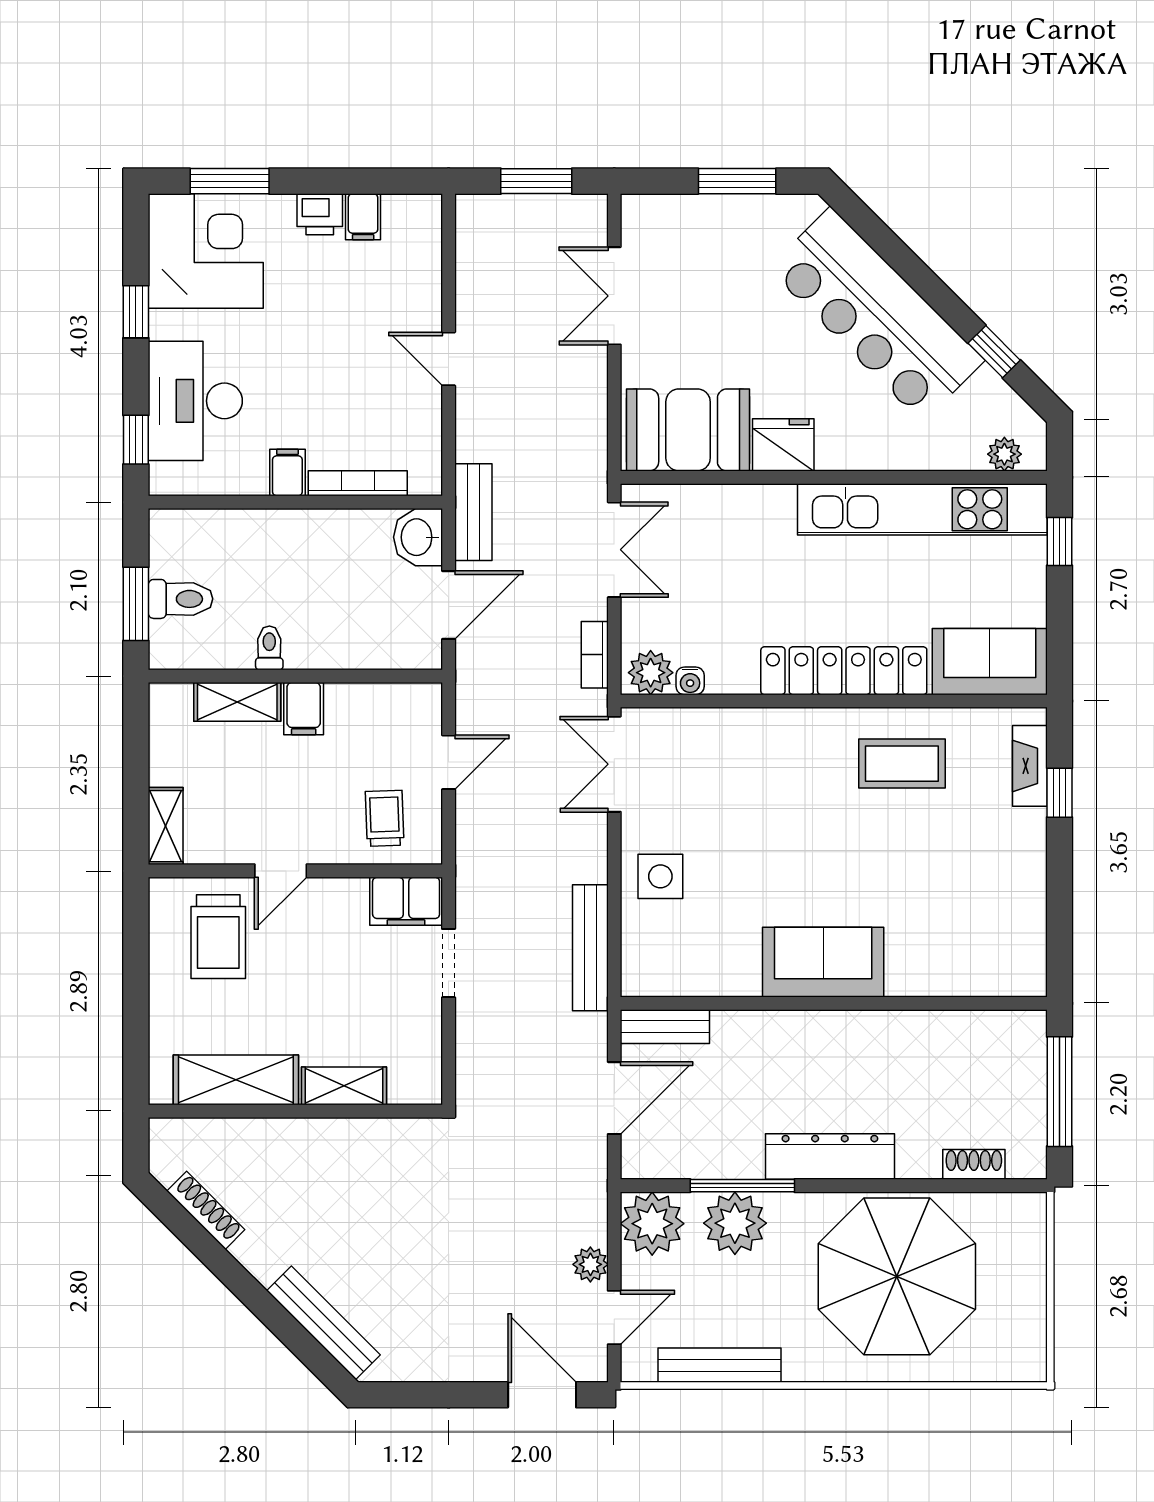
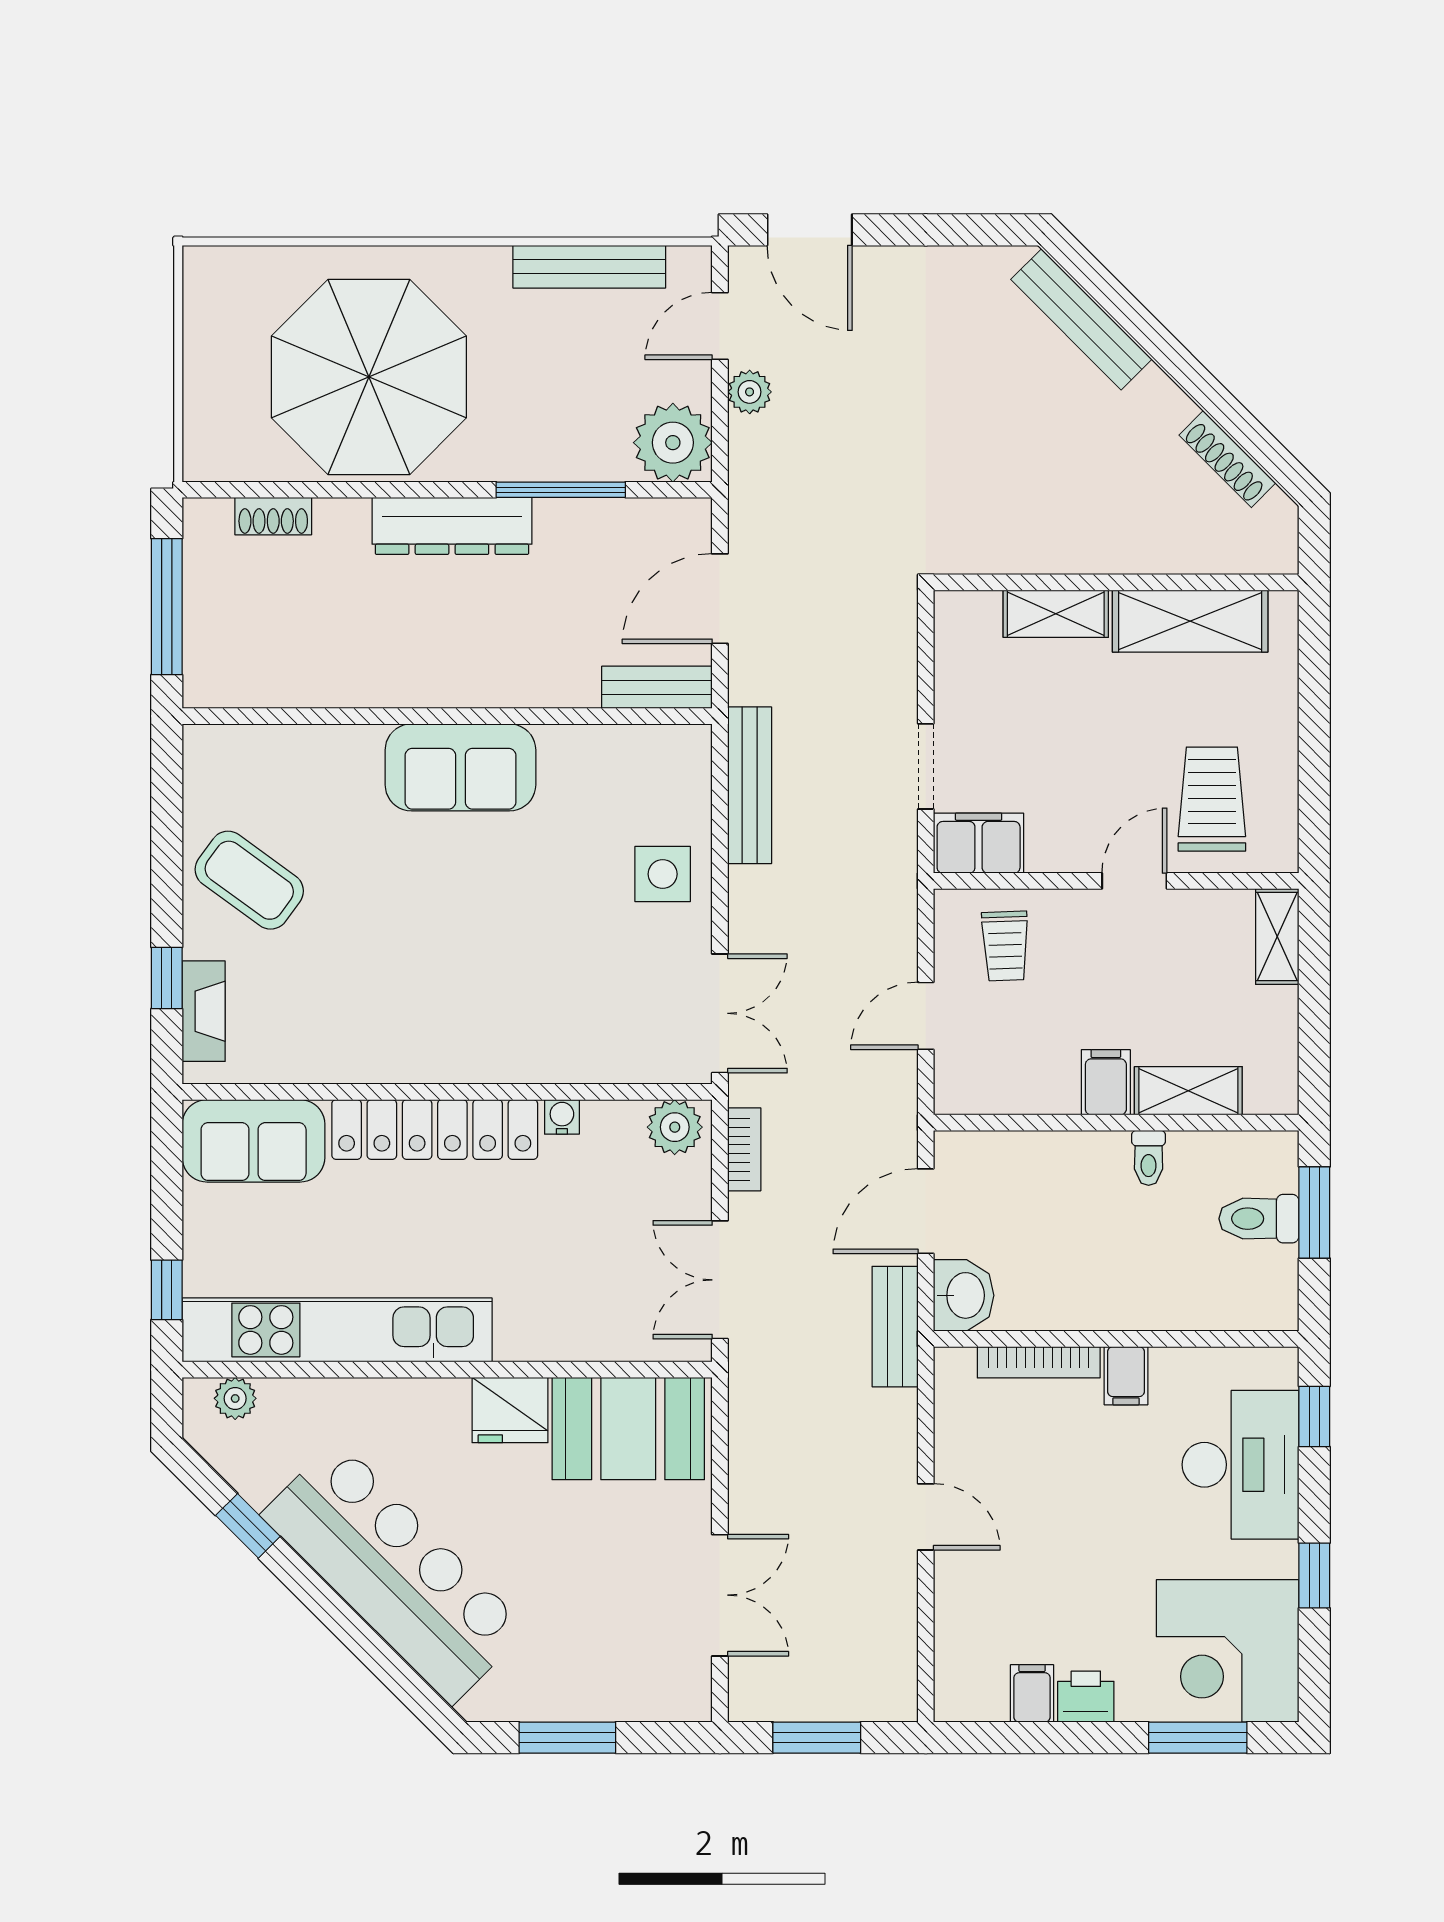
water cooler: (690, 681) -> (562, 1117), moved
coffee table: (902, 764) -> (249, 880), moved, turned 36
plant: (735, 1223) -> (570, 443), removed

